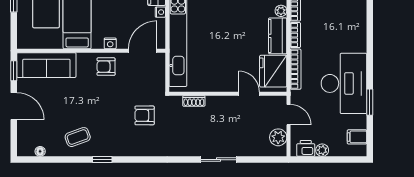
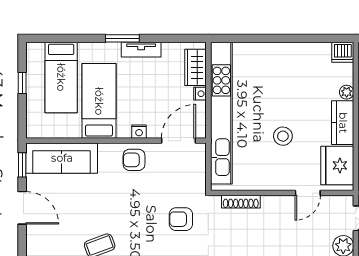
stool: (229, 47) -> (283, 136), added
door: (249, 94) -> (308, 193), swing flipped
shoe rack: (194, 101) -> (241, 202), width x1.43

